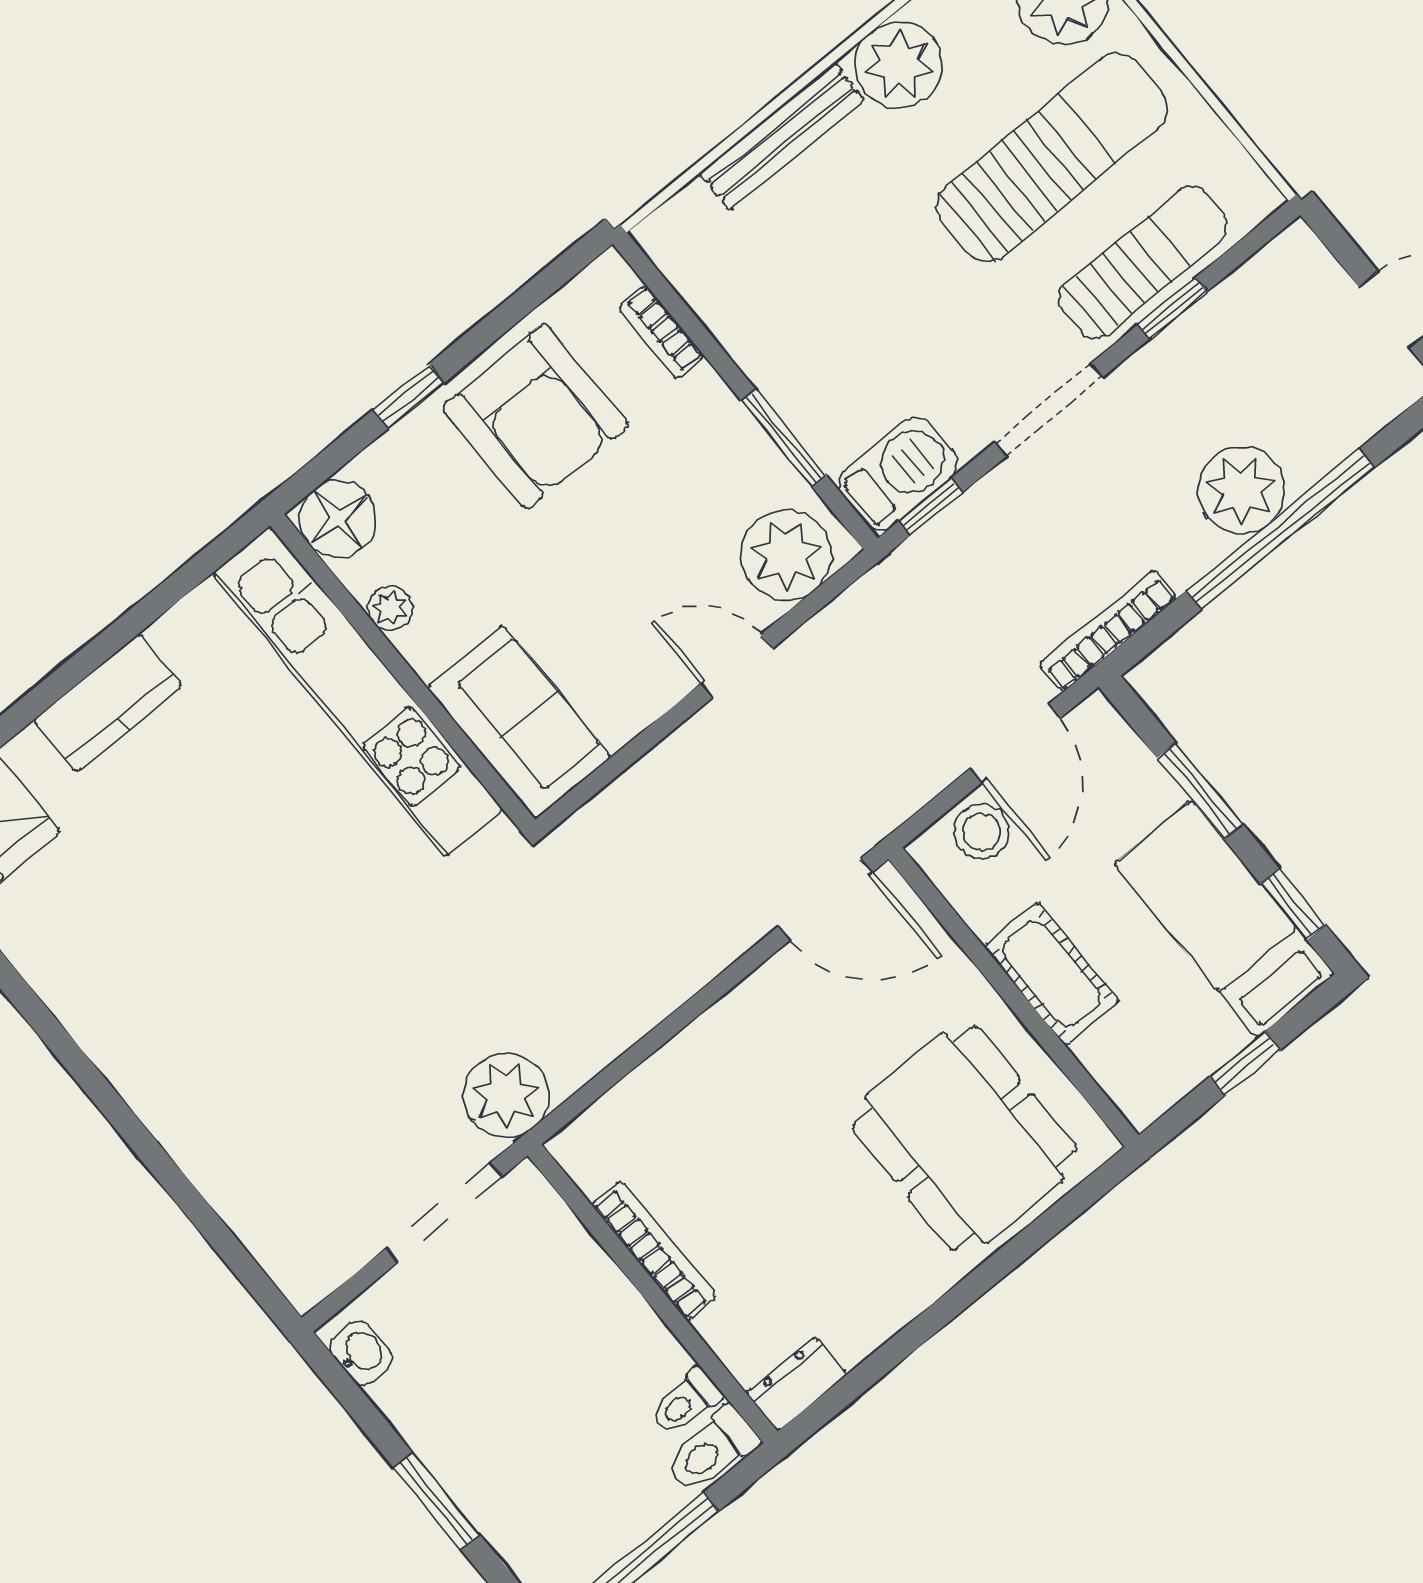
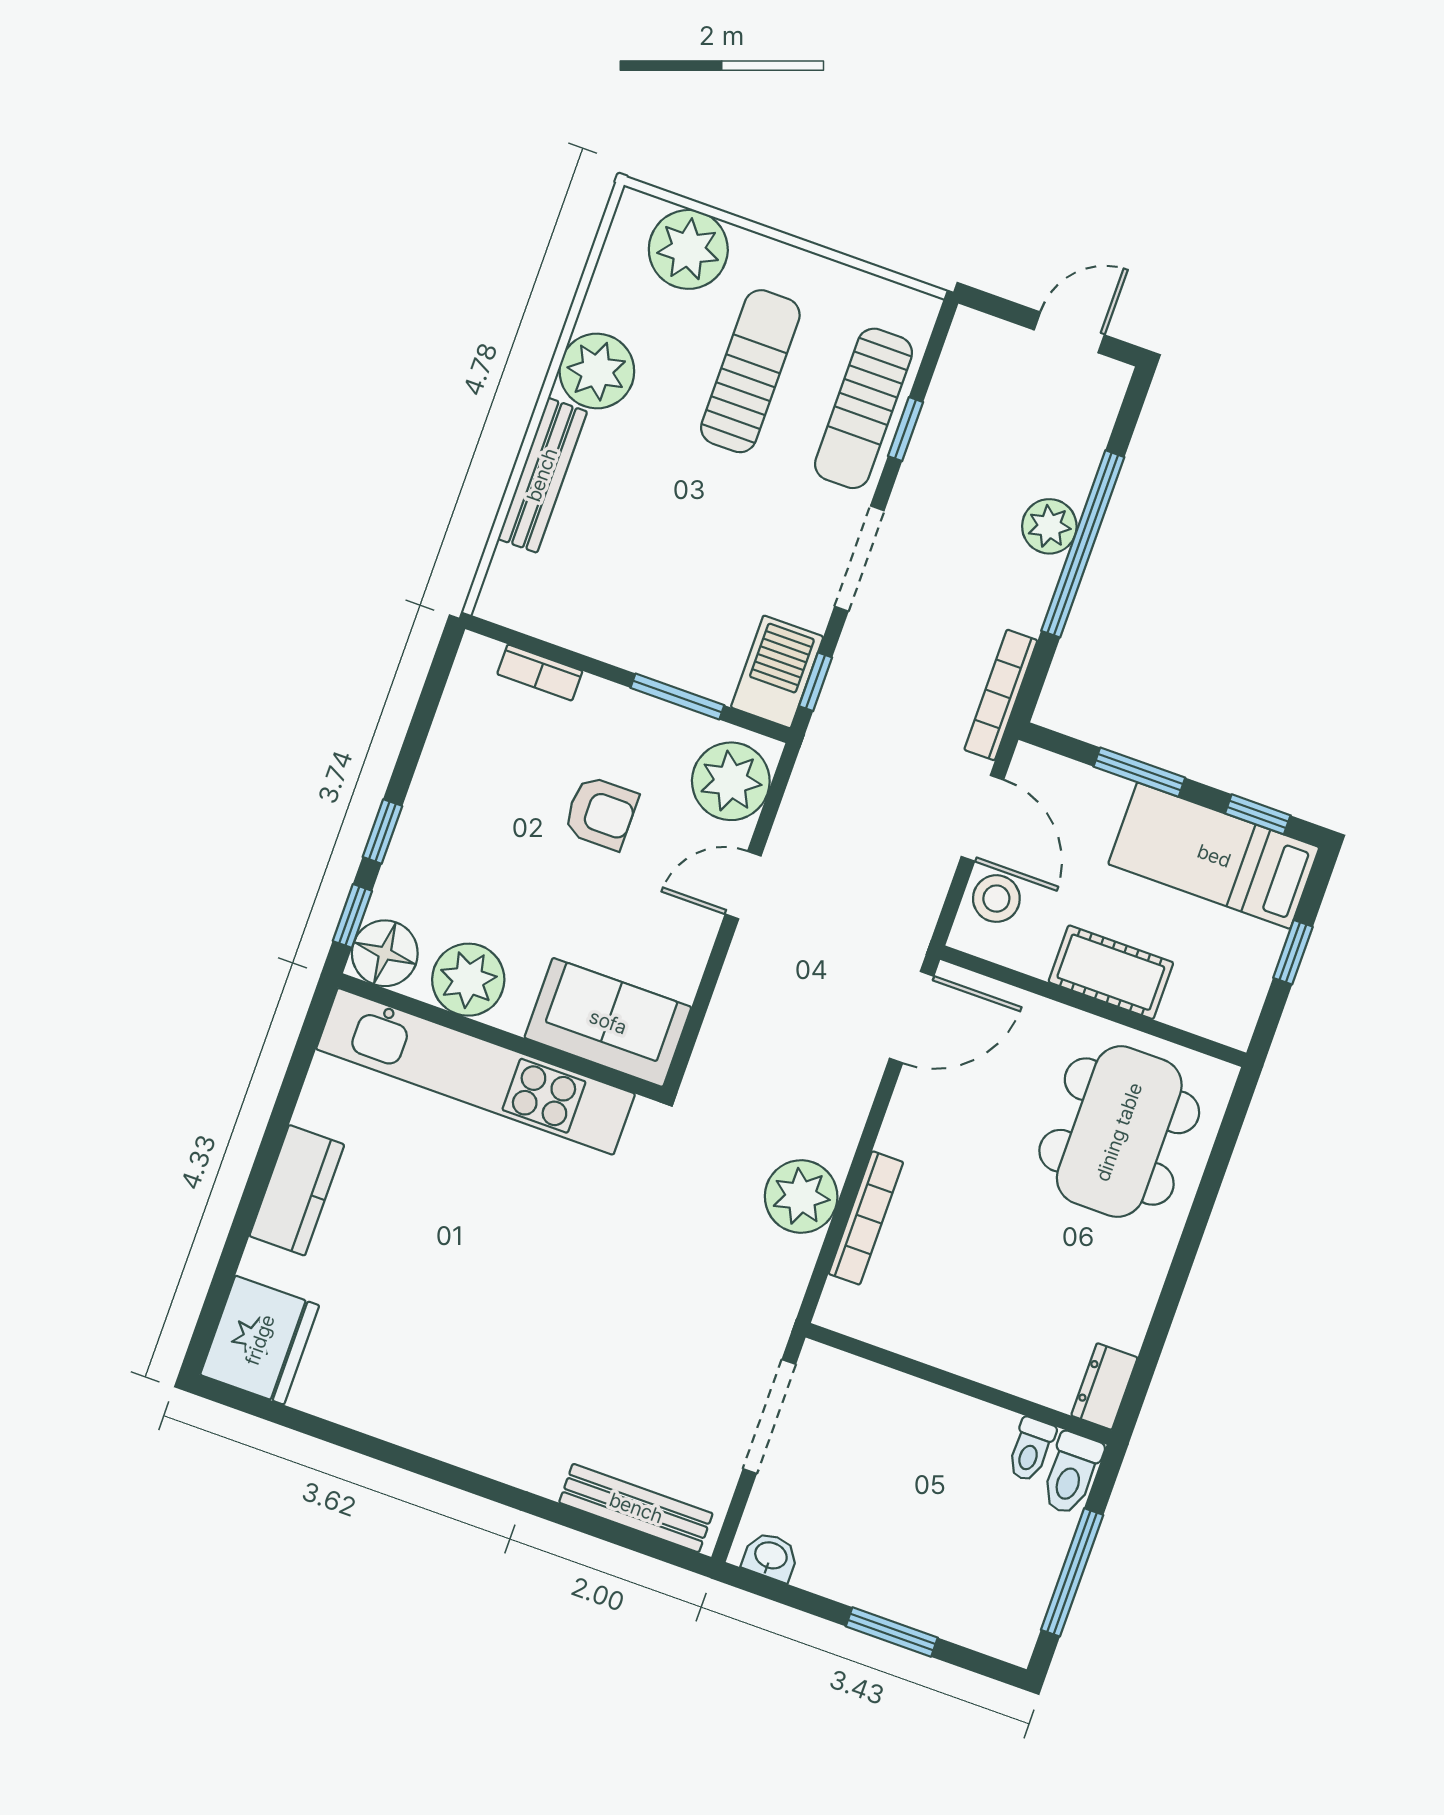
sun lounger: (1052, 157) -> (750, 371), width x0.73, depth x0.75
sun lounger: (1143, 262) -> (864, 408), turned 180
armchair: (535, 417) -> (601, 813), moved, width x0.53, depth x0.53
window: (328, 462) -> (352, 916), added
plant: (1241, 490) -> (1049, 526), width x0.73, depth x0.73
plant: (390, 608) -> (468, 980), width x1.88, depth x1.88
plant: (506, 1095) -> (801, 1197), moved
dining table: (964, 1138) -> (1119, 1132), turned 90
bench: (256, 1224) -> (636, 1508), added
bookcase: (654, 1251) -> (866, 1218), moved, turned 90

